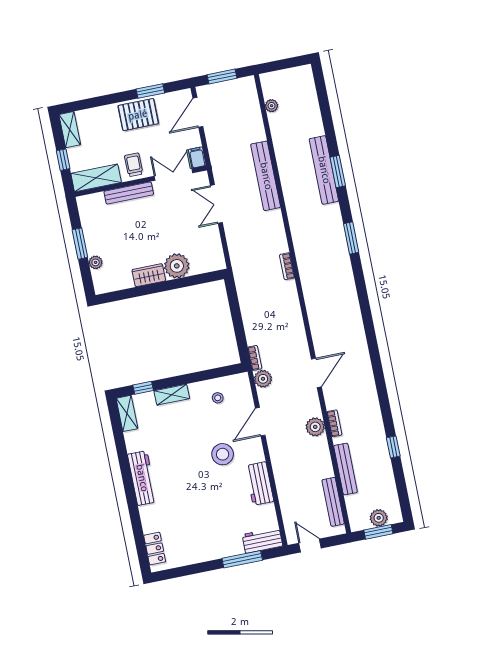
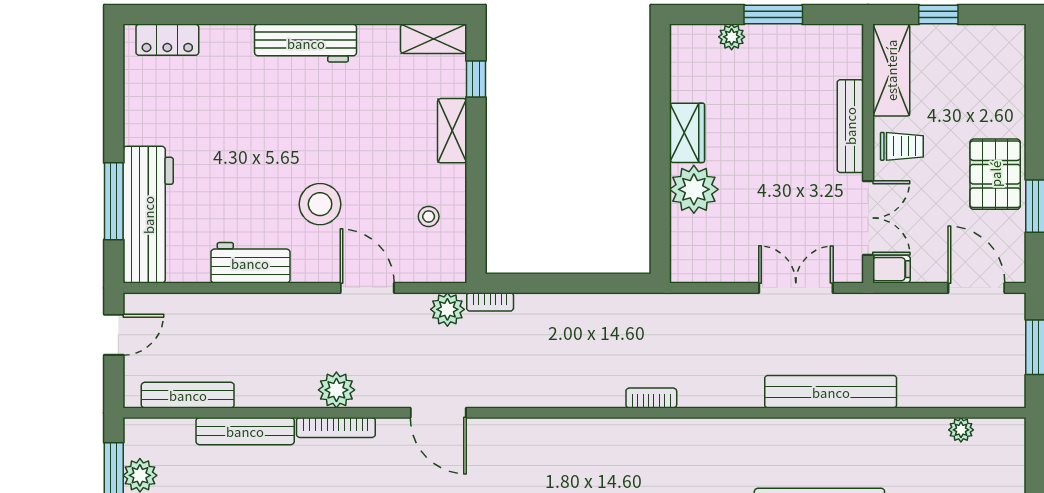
shelving: (70, 130) -> (993, 39), removed
bookcase: (334, 423) -> (336, 428), width x1.56
workbench: (262, 540) -> (148, 215), width x1.88, depth x1.32

